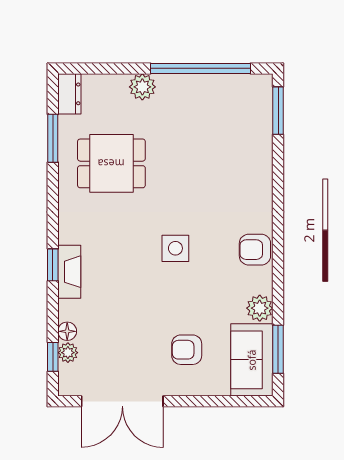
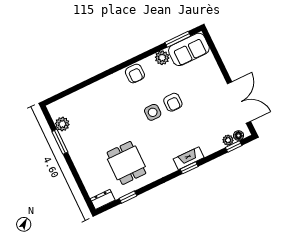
window: (201, 68) -> (60, 142), width x0.47
plant: (142, 87) -> (62, 124), moved
window: (278, 111) -> (62, 95), removed
window: (53, 138) -> (128, 197), width x0.67
floor lamp: (67, 331) -> (239, 136), moved
armchair: (187, 350) -> (173, 102), moved

